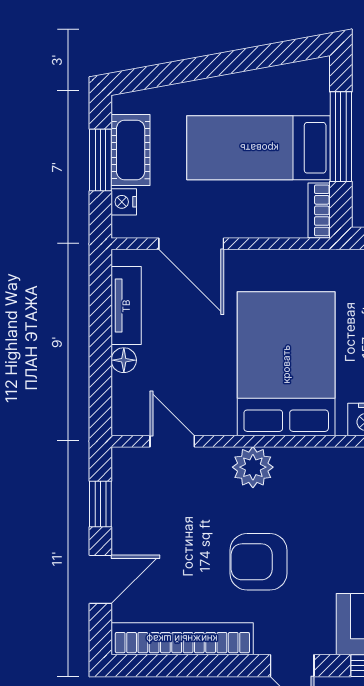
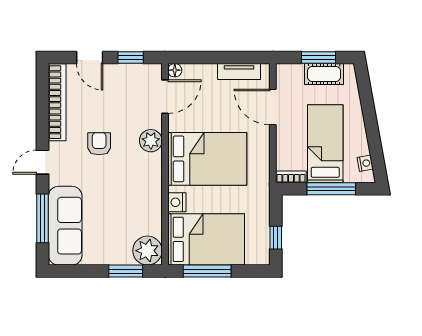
nightstand: (124, 202) -> (365, 163), moved, turned 80
door: (191, 244) -> (273, 107), hinge flipped
floor lamp: (124, 360) -> (175, 70), moved
door: (172, 441) -> (165, 97), width x1.38
armchair: (258, 562) -> (99, 144), width x0.72, depth x0.72

